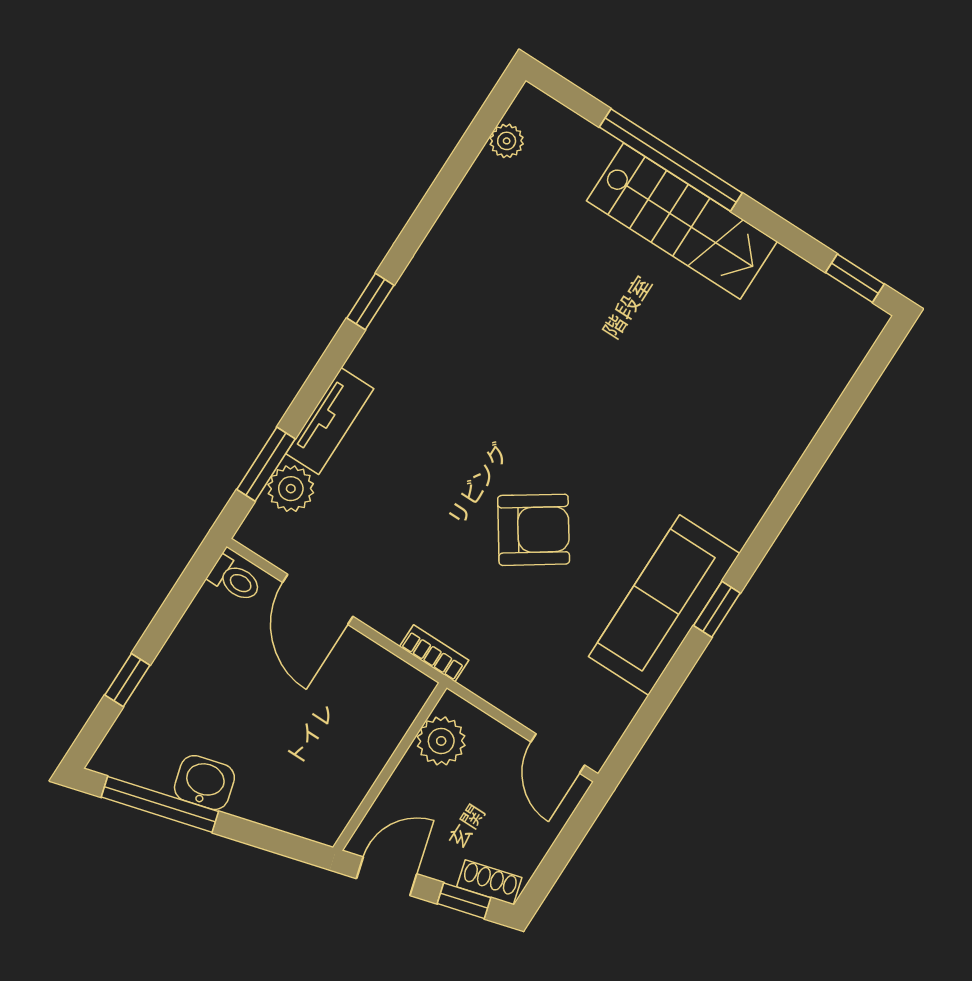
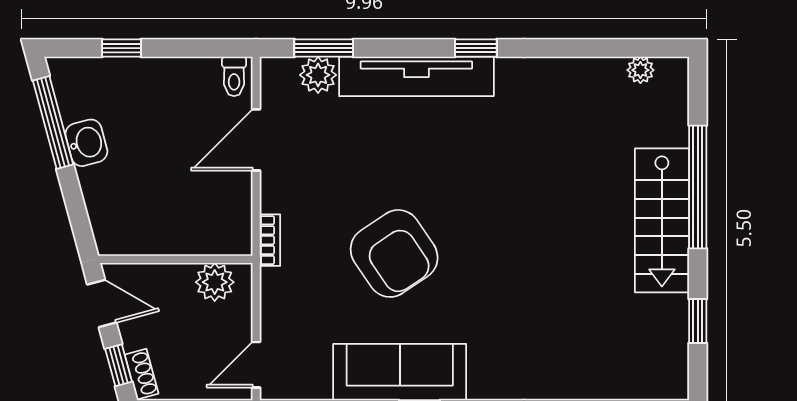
window: (855, 278) -> (698, 321), moved
tv unit: (330, 421) -> (416, 76), width x1.92, depth x1.29
armchair: (534, 530) -> (394, 253), width x1.36, depth x1.36

